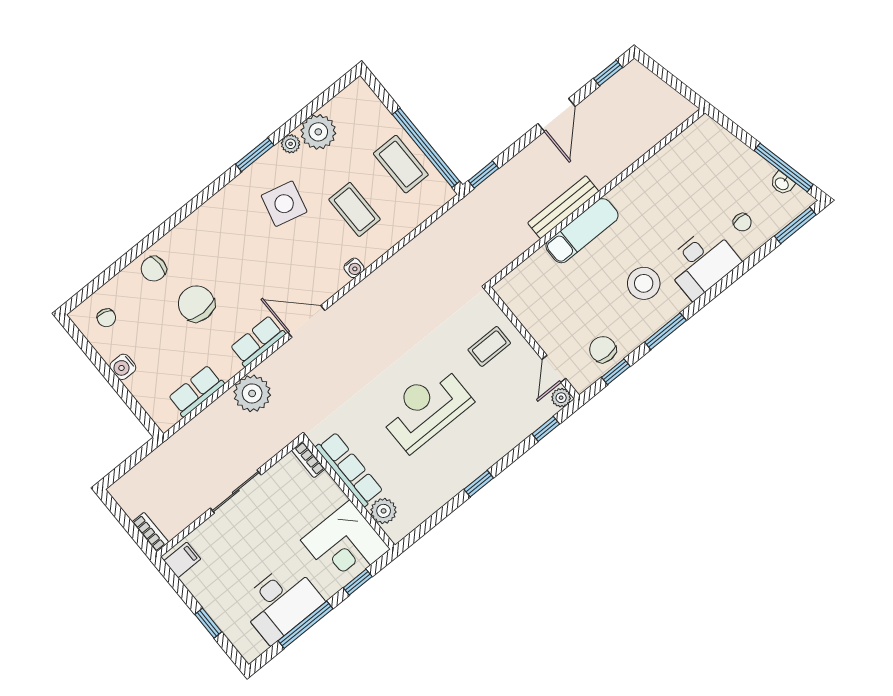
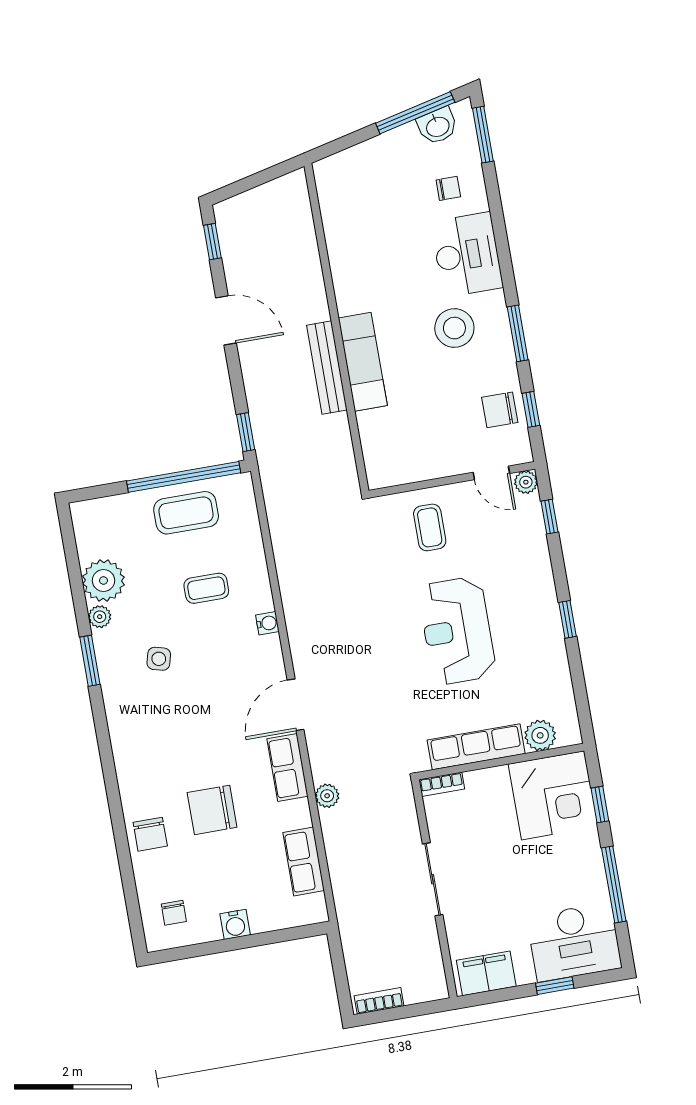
washbasin: (782, 183) -> (437, 126), width x1.38, depth x1.45
side table: (284, 204) -> (159, 659), width x0.54, depth x0.54
coffee table: (355, 209) -> (206, 588), width x0.73, depth x0.77
chair: (106, 318) -> (174, 913), turned 75
plant: (252, 393) -> (327, 796), width x0.53, depth x0.53
bookcase: (150, 532) -> (379, 1001), moved
filing cabinet: (182, 560) -> (486, 973), width x2.00
desk: (281, 603) -> (574, 942), moved, turned 90

